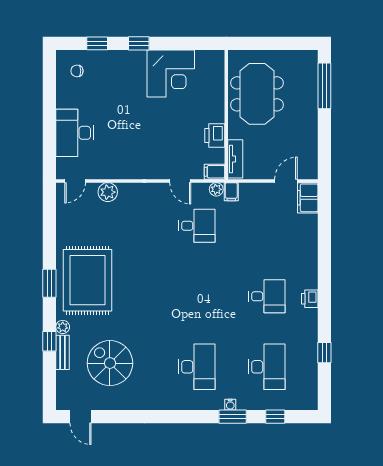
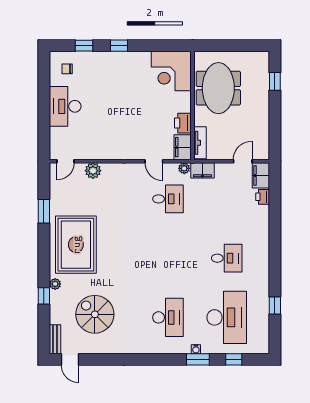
corner desk: (171, 74) -> (171, 71), moved, turned 90
window: (324, 86) -> (275, 81), width x0.46
desk: (75, 133) -> (65, 106), moved
filing cabinet: (215, 172) -> (183, 147), width x2.00
filing cabinet: (231, 192) -> (203, 170), width x2.00
window: (49, 283) -> (44, 211), moved
printer: (310, 299) -> (263, 197), moved
bench: (63, 352) -> (55, 339), moved
desk: (267, 367) -> (227, 317), width x1.36, depth x1.30

